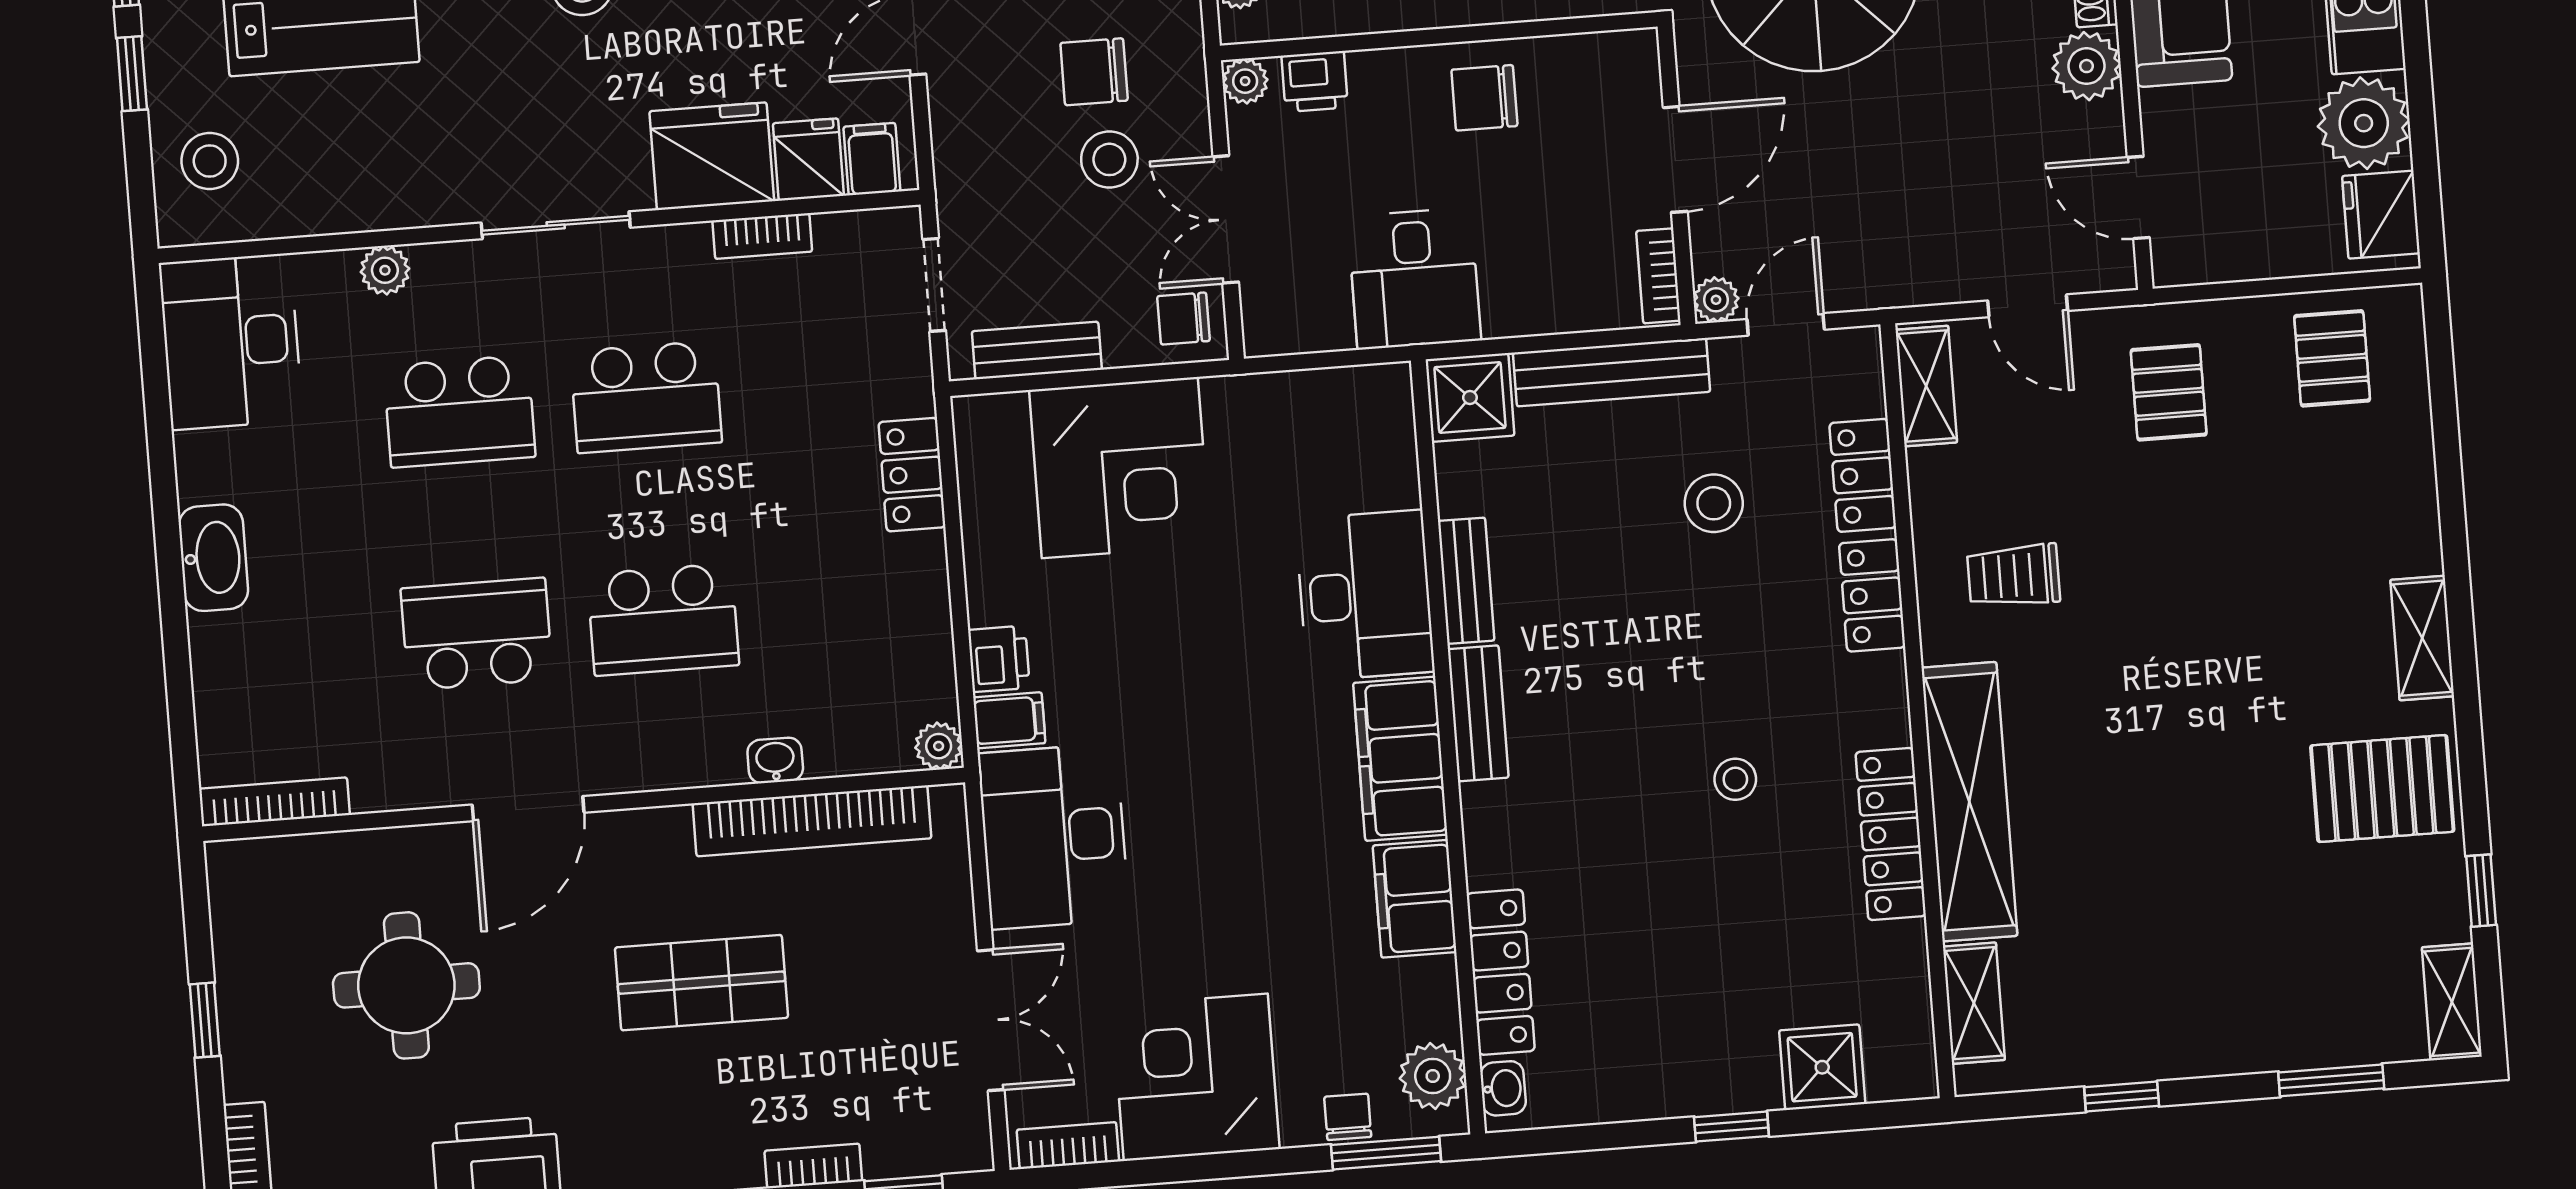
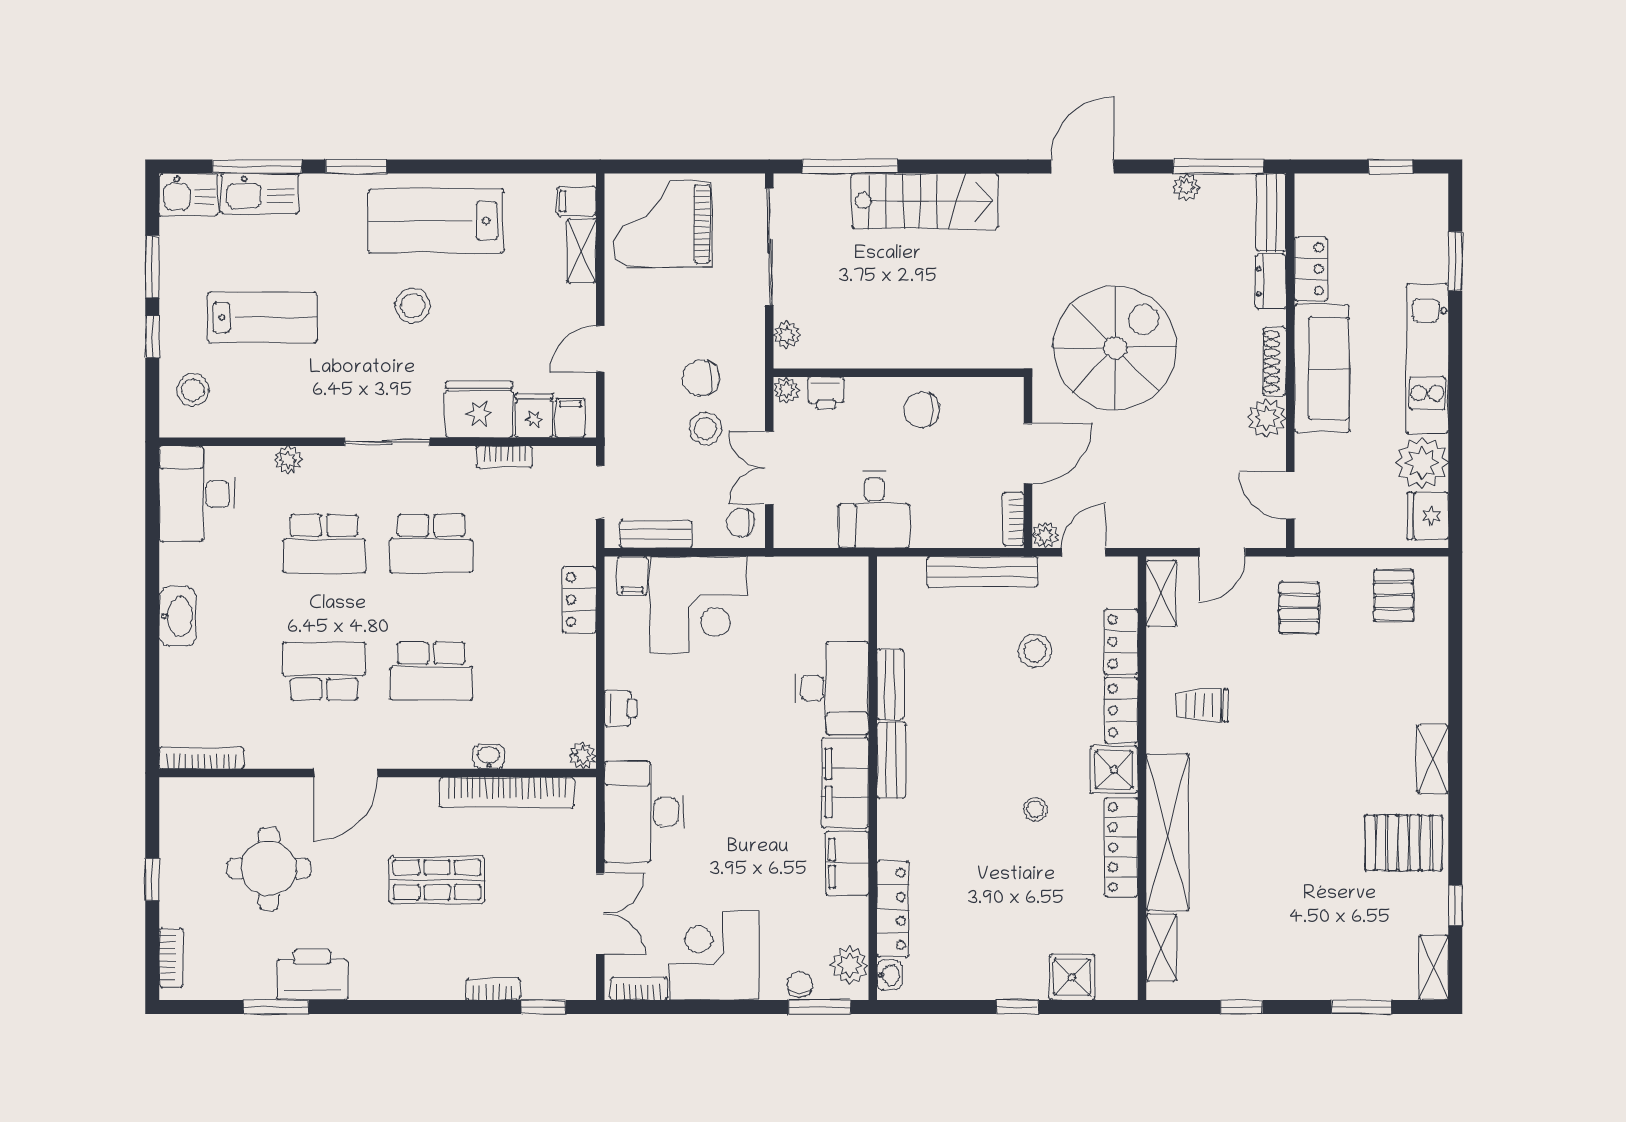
door: (2028, 306) -> (1222, 552), hinge flipped
shower: (1470, 397) -> (1114, 770), moved
filing cabinet: (1009, 720) -> (632, 576), moved, turned 90

